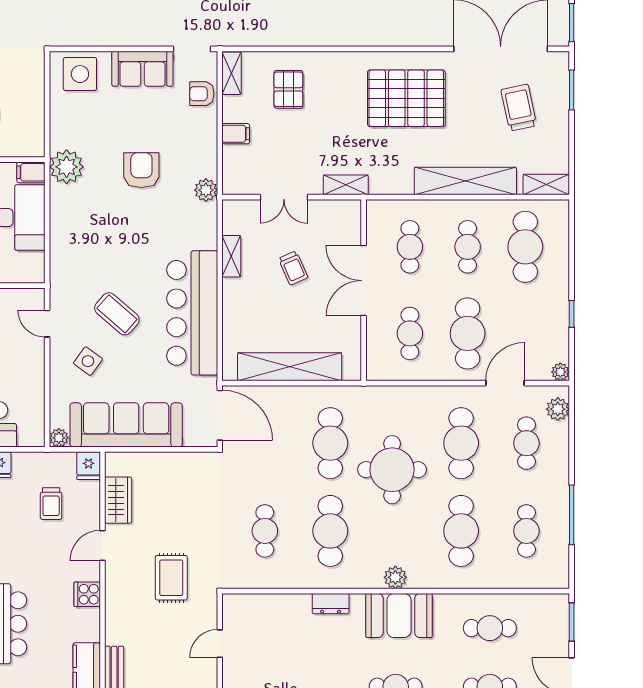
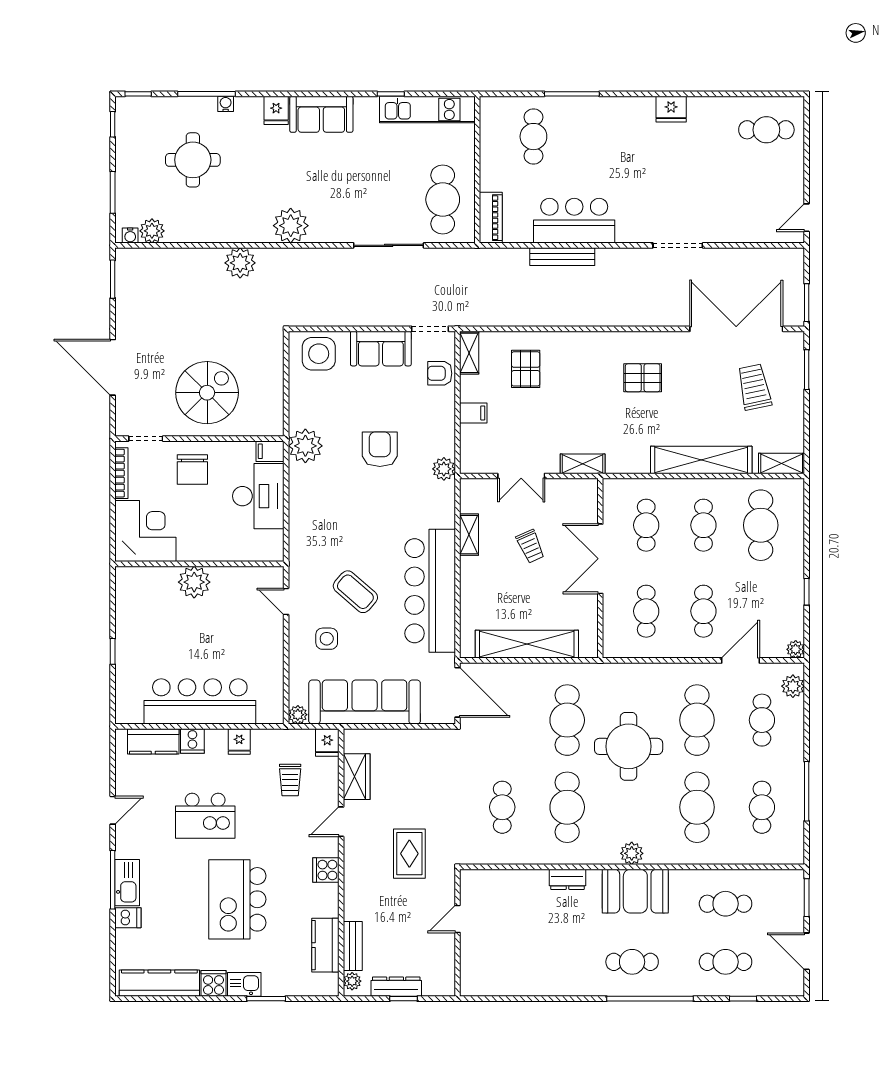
pallet: (406, 98) -> (643, 378), width x0.49, depth x0.50
cafe table: (468, 333) -> (703, 611), width x0.73, depth x0.74
side table: (88, 361) -> (327, 639), turned -36

